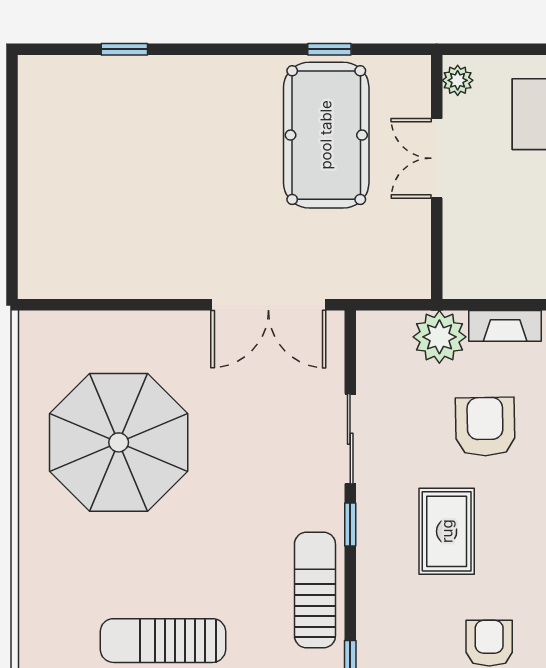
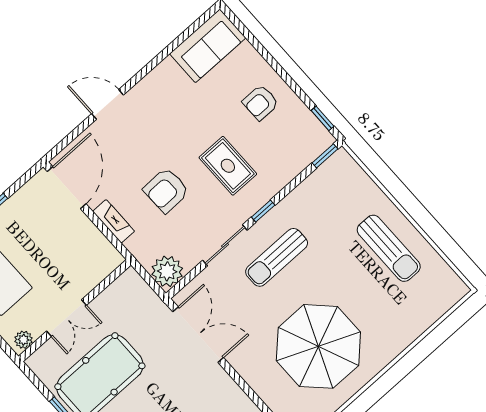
plant: (439, 337) -> (167, 271), moved
rug: (447, 531) -> (228, 166), turned 90
sun lounger: (315, 590) -> (277, 257), moved

